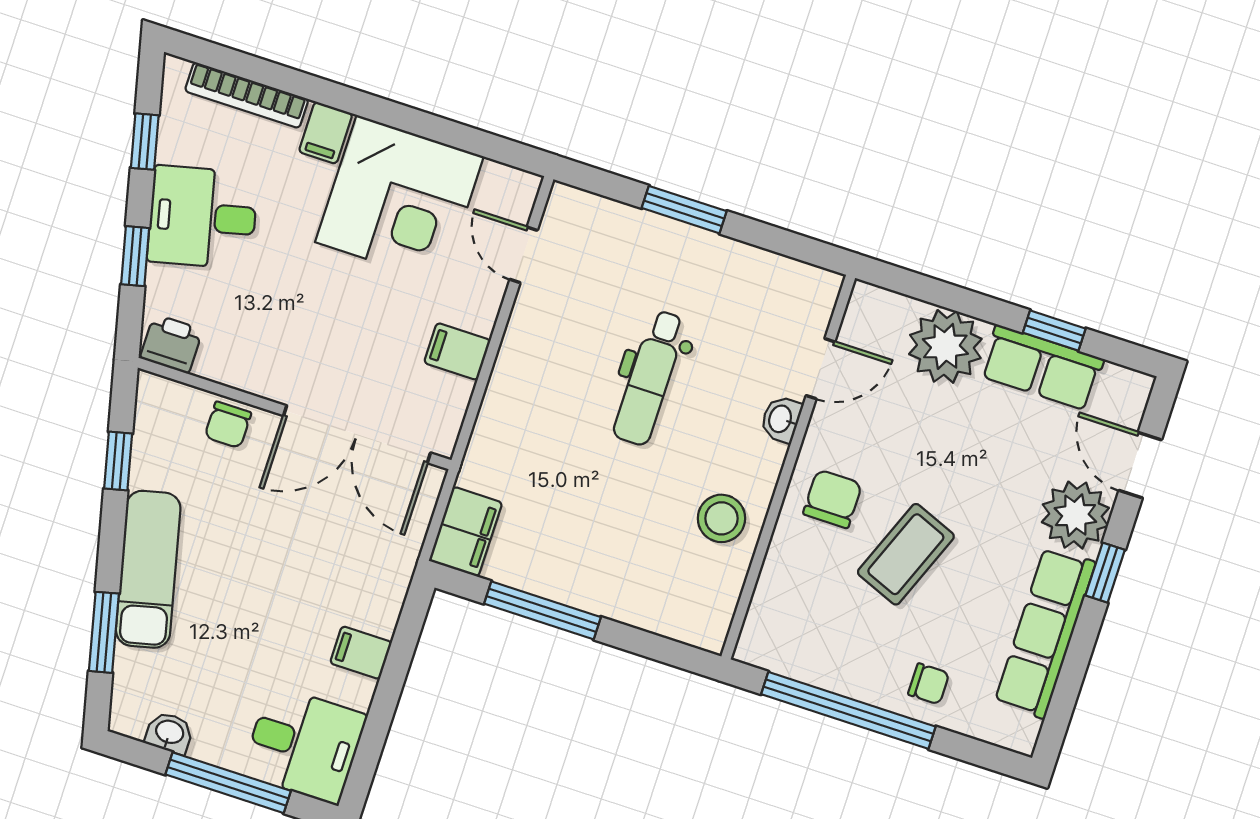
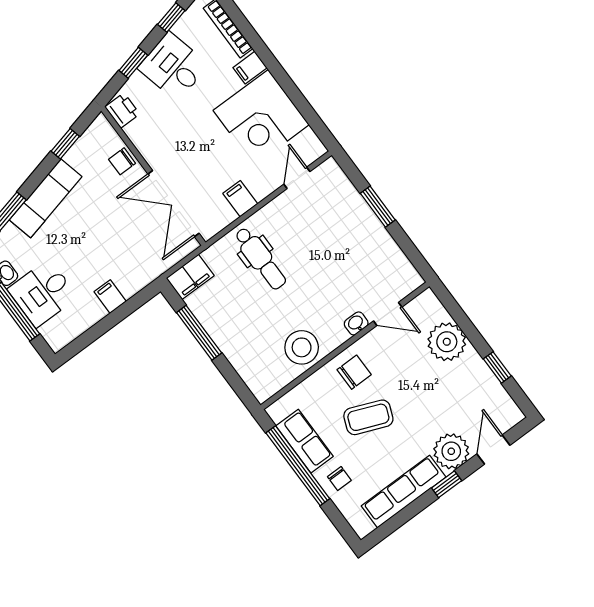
row of seats: (1042, 368) -> (305, 441), moved, turned 180
dental chair: (650, 378) -> (260, 258), moved, turned -90
stool: (721, 518) -> (302, 347), width x1.38, depth x1.38
desk: (304, 745) -> (43, 293), moved, turned 90

